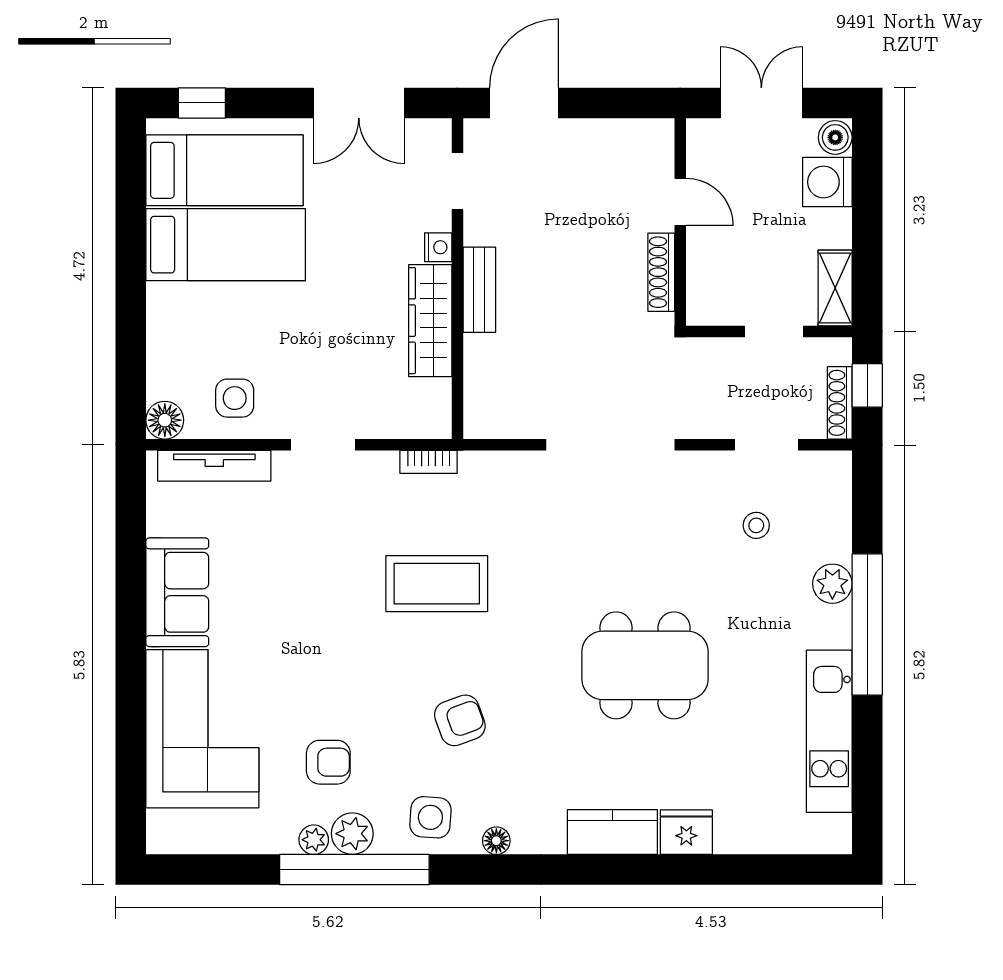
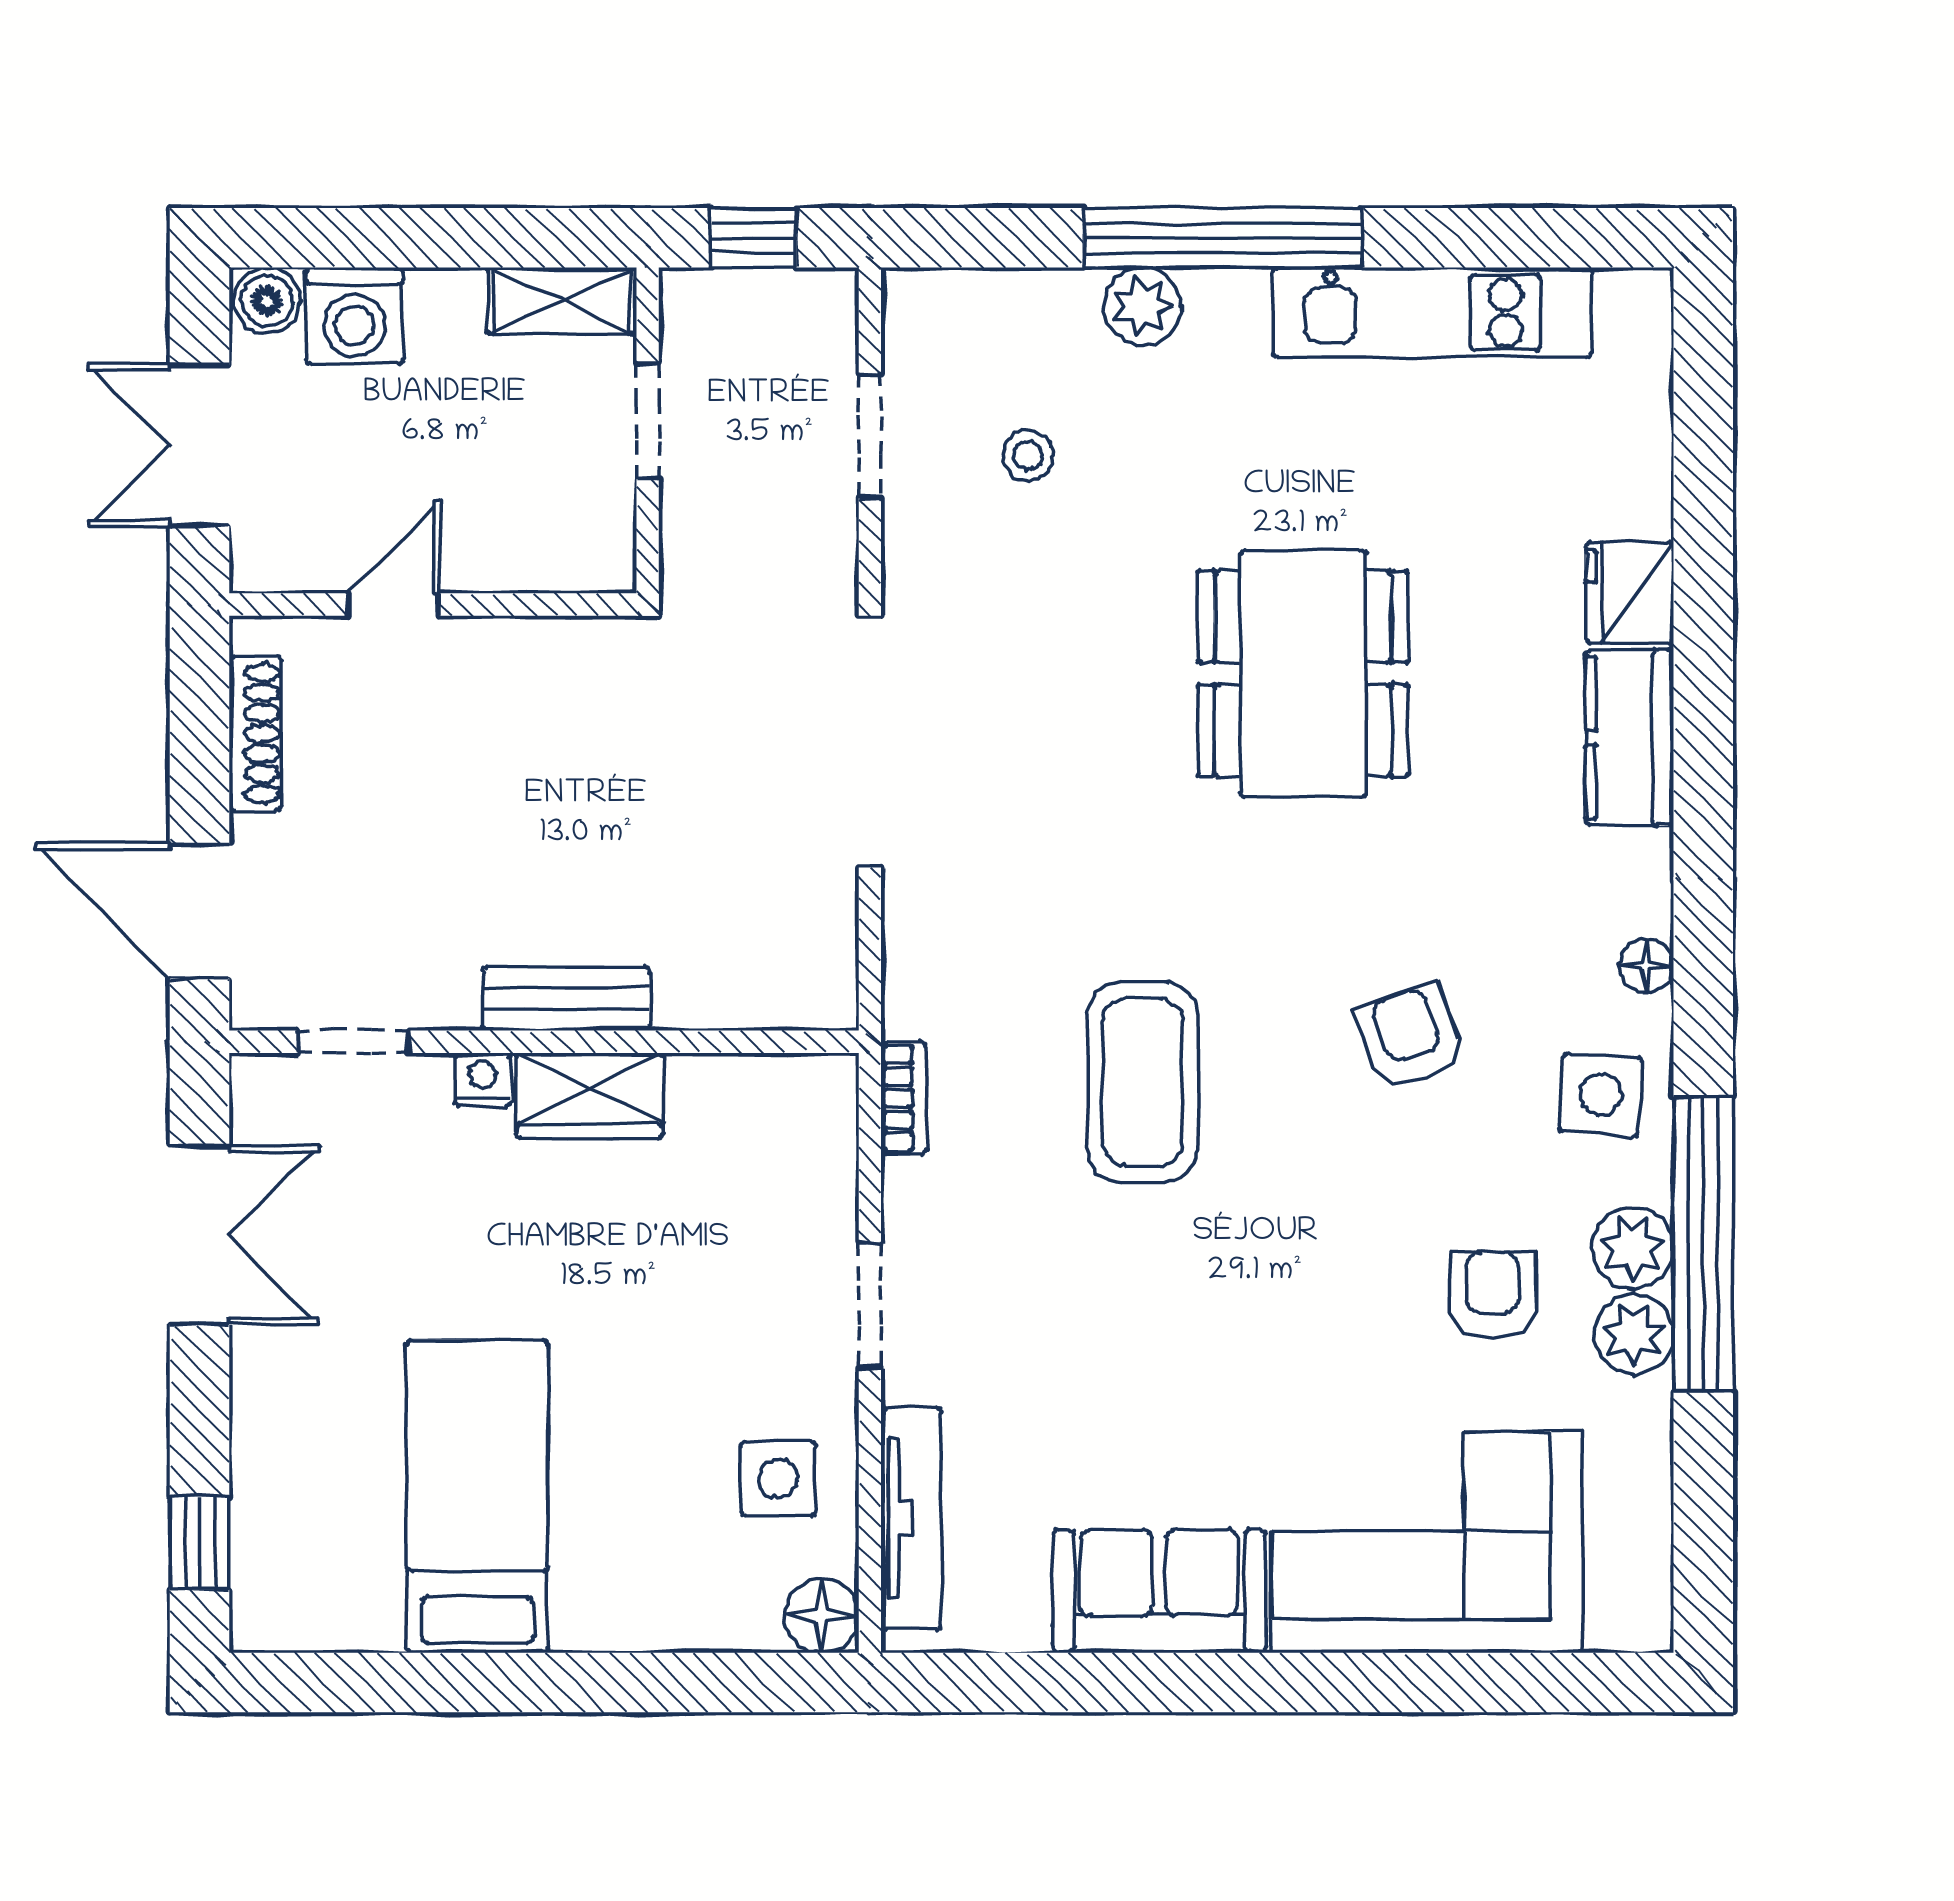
bed: (224, 170) -> (332, 1499), removed
shoe rack: (661, 272) -> (255, 733), moved, turned -90
wardrobe: (430, 321) -> (590, 1095), width x0.67
shoe rack: (840, 403) -> (788, 292), removed
plant: (314, 840) -> (1634, 1334), width x1.38, depth x1.38

